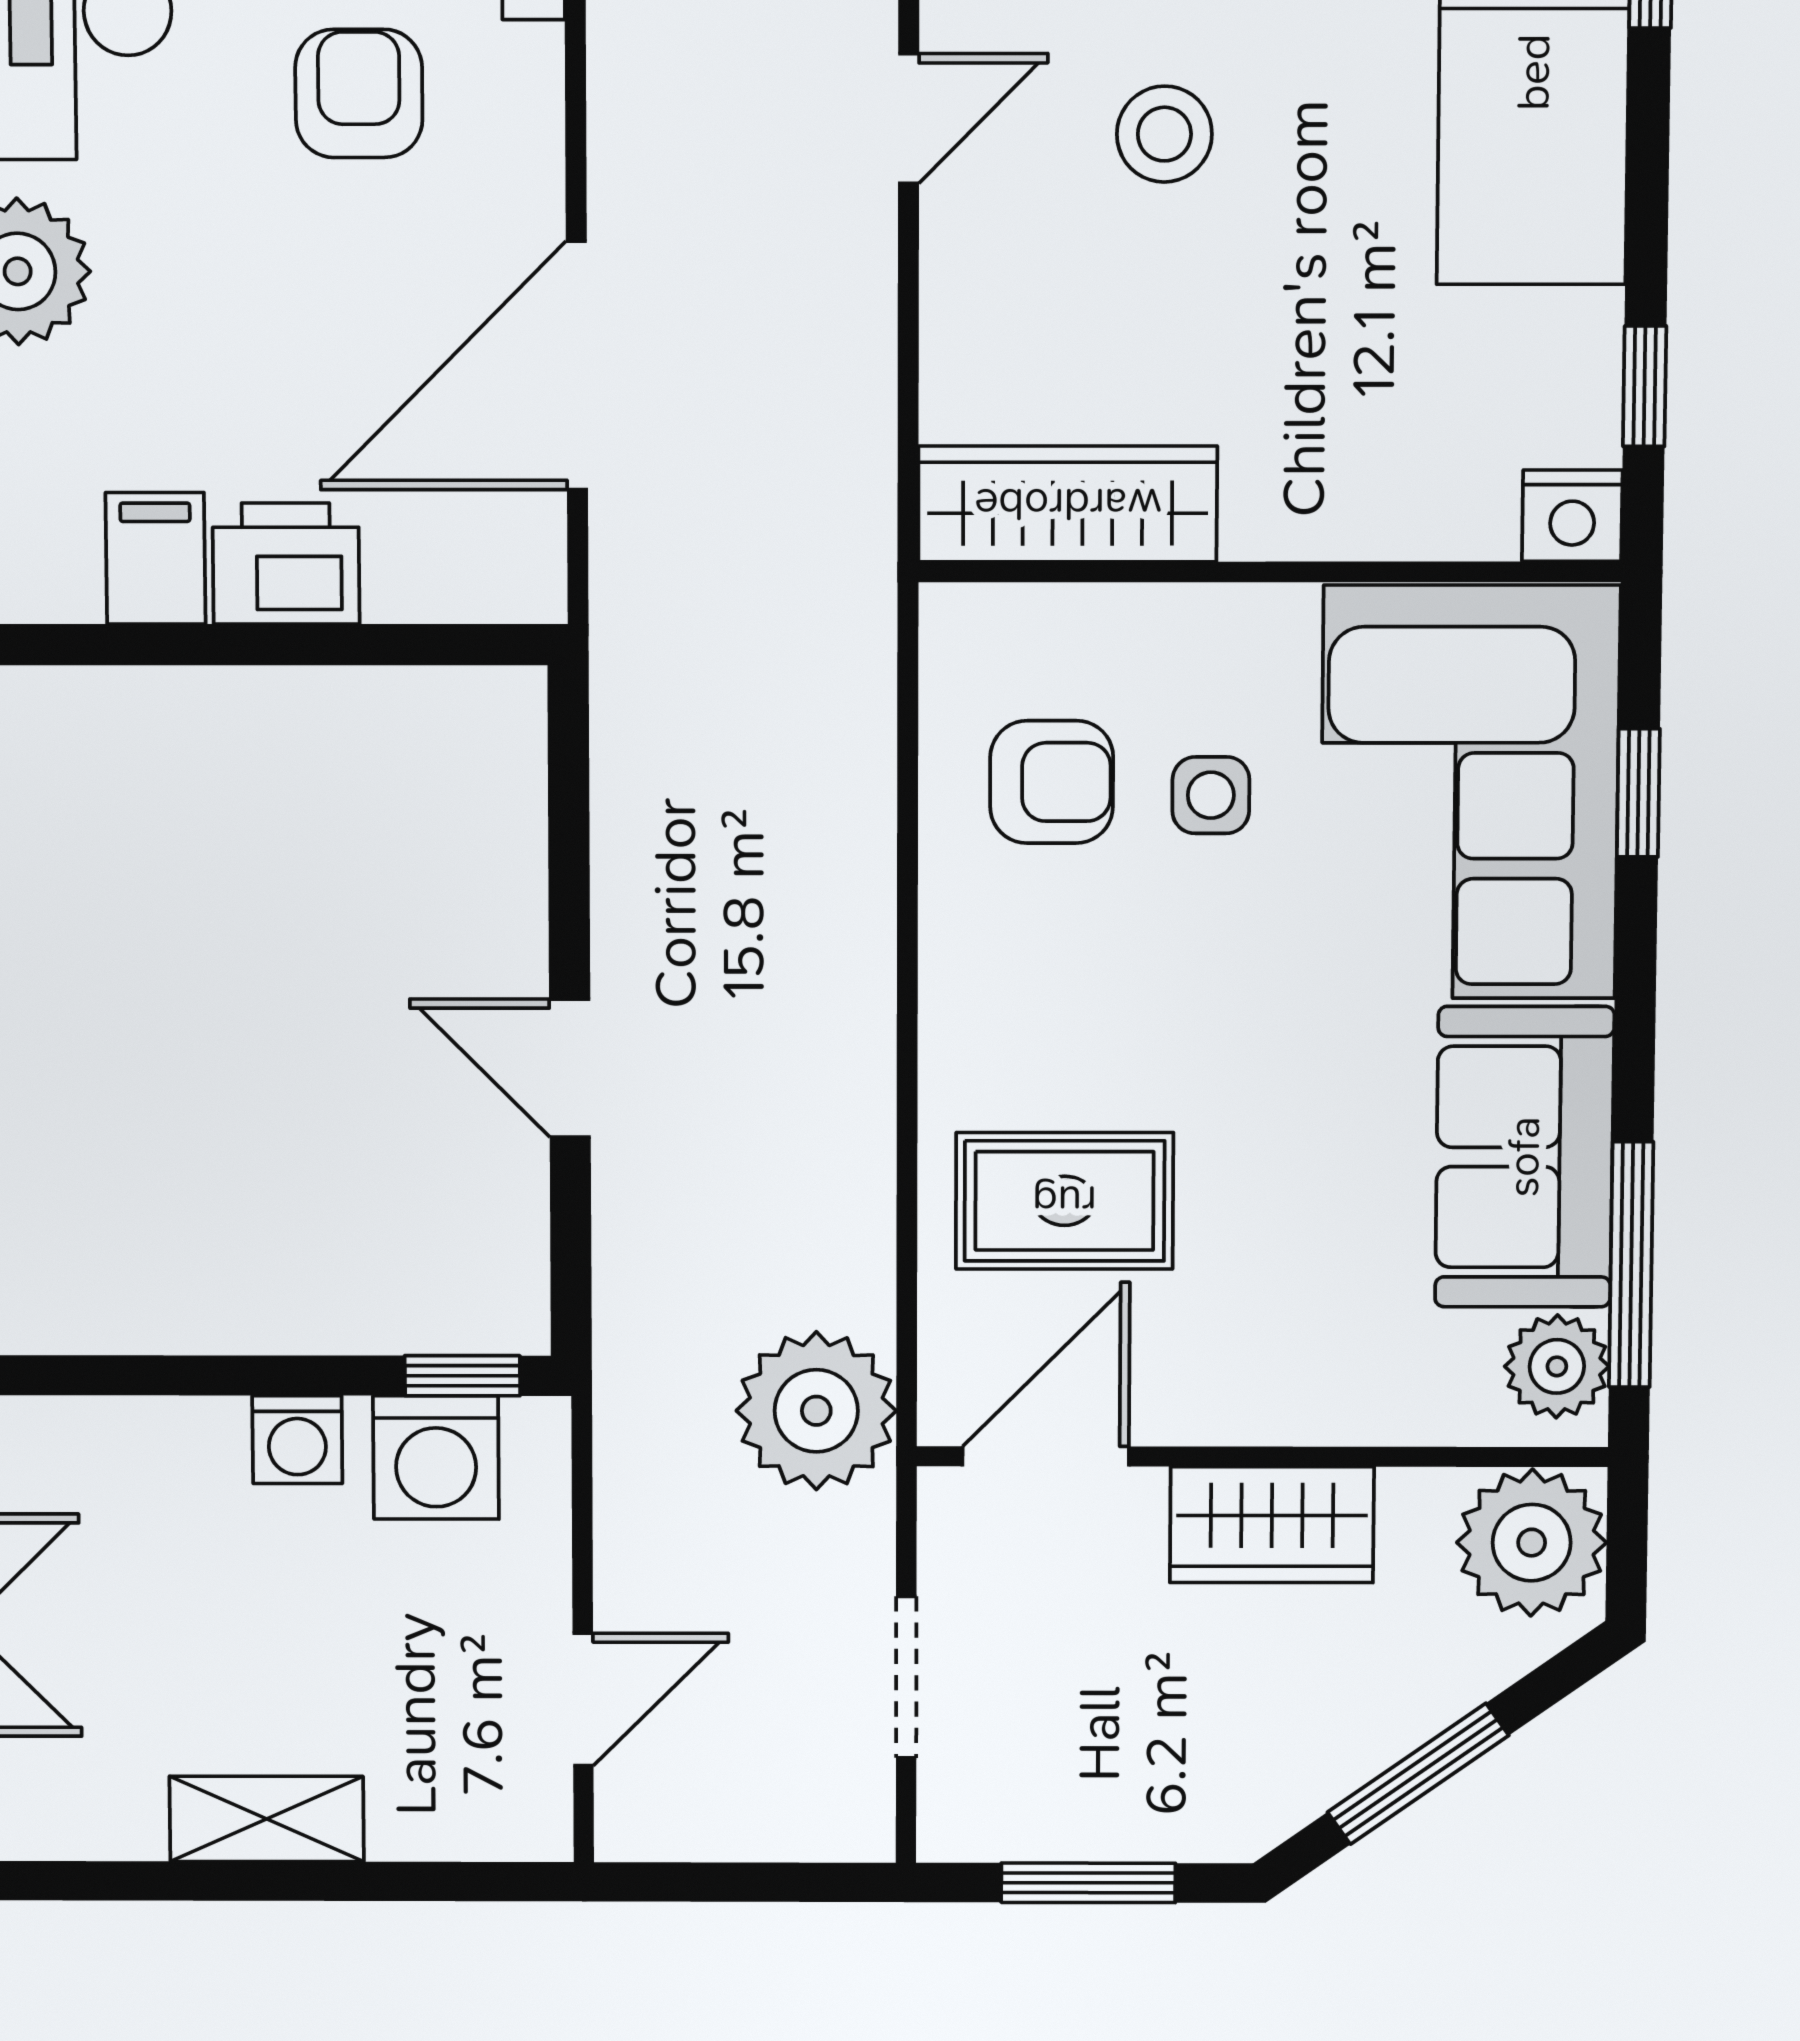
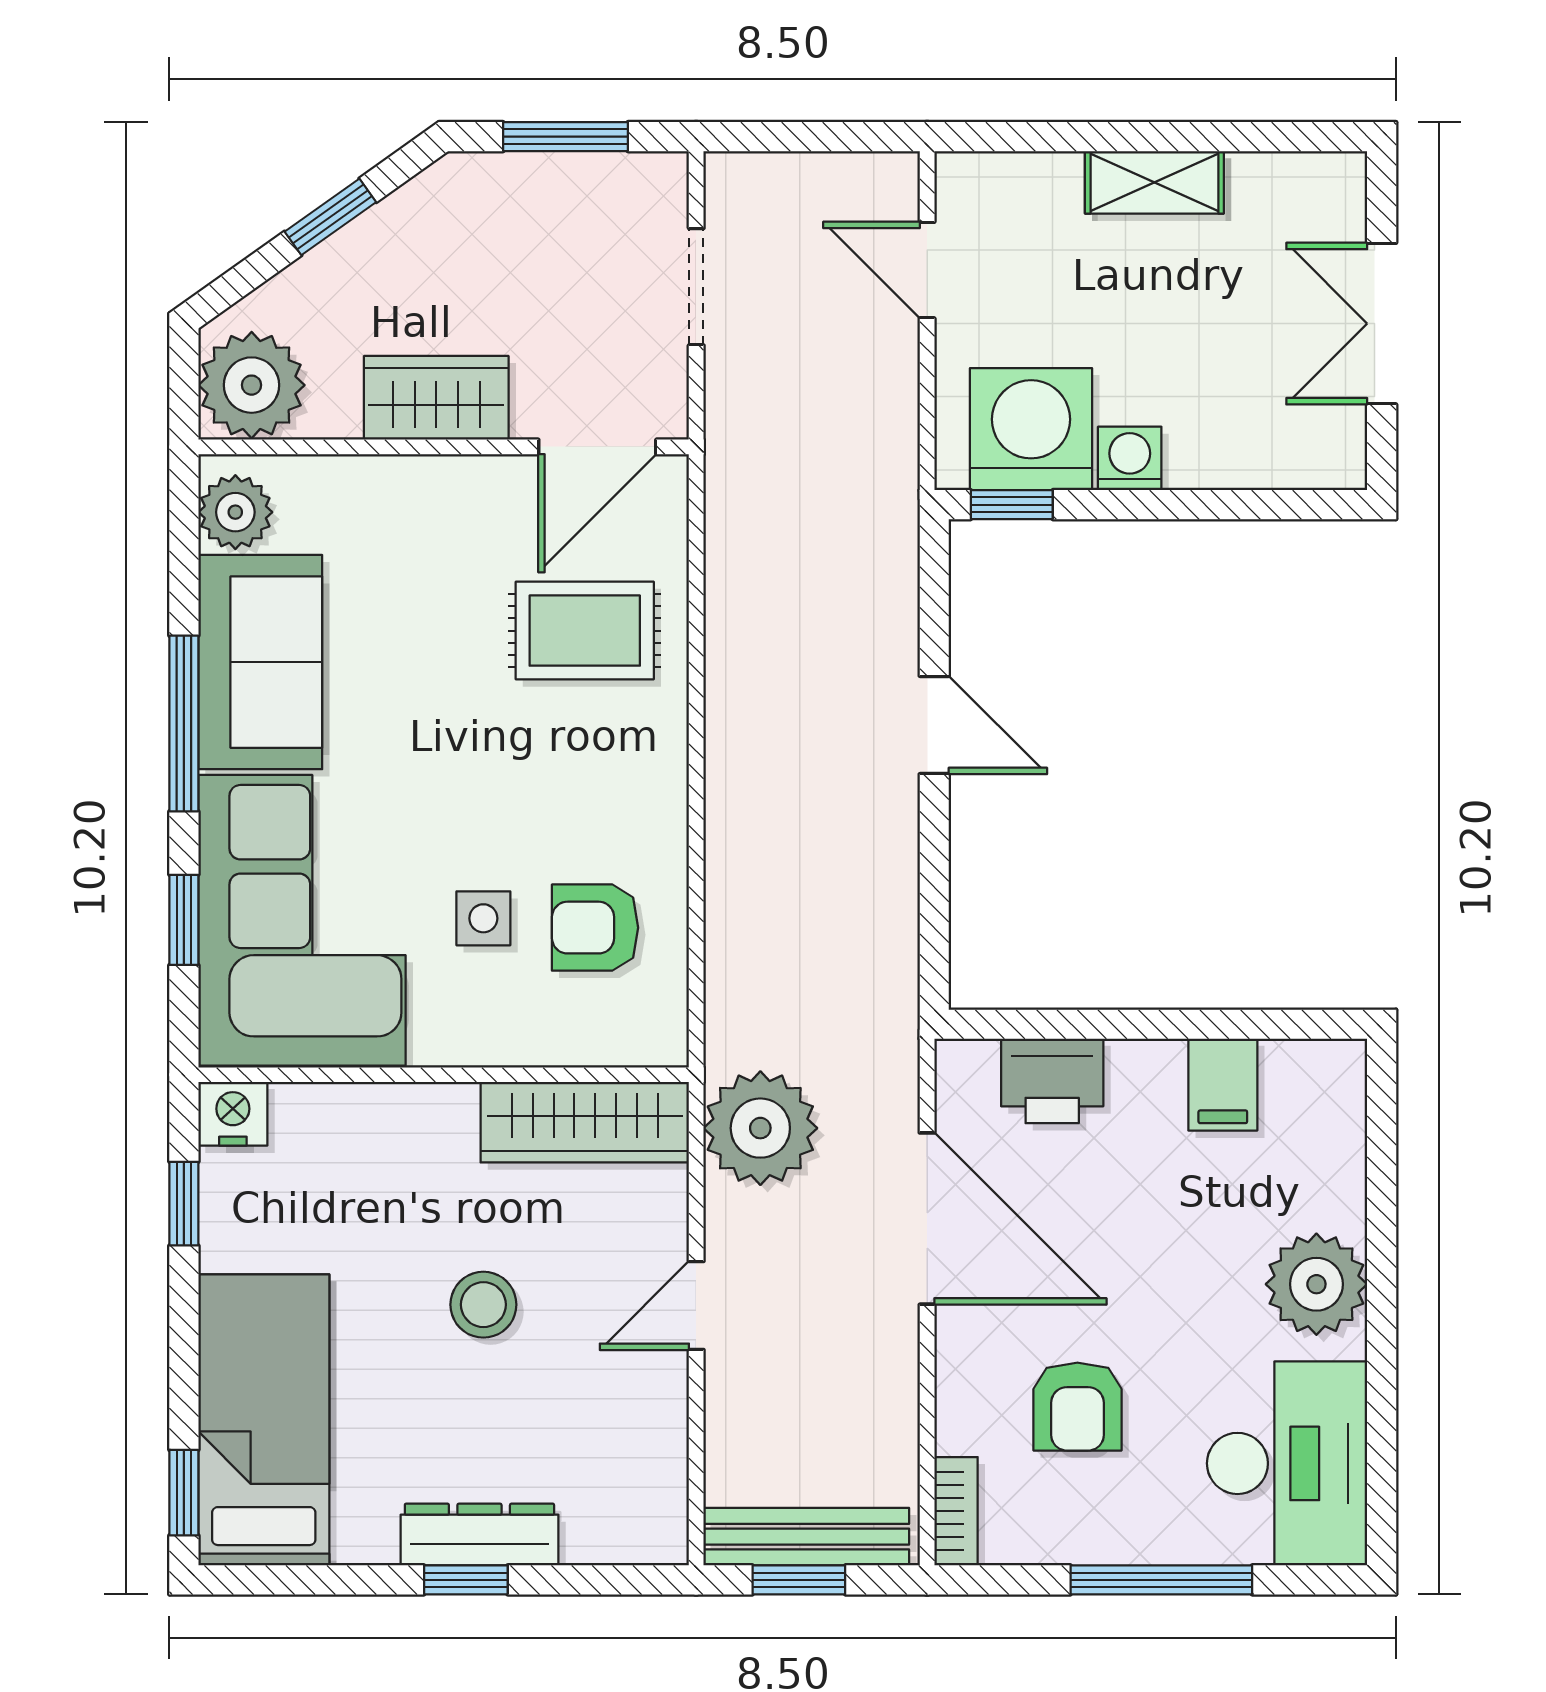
door: (909, 119) -> (696, 1306), moved
stool: (1164, 134) -> (483, 1305), moved
door: (577, 366) -> (927, 1219), hinge flipped
printer: (286, 564) -> (1052, 1081), moved
window: (1631, 1265) -> (184, 724), moved
plant: (816, 1411) -> (760, 1128), moved
washing machine: (436, 1457) -> (1031, 429), width x1.37, depth x1.37
door: (583, 1699) -> (927, 270), hinge flipped
window: (1418, 1774) -> (330, 217), width x0.67

